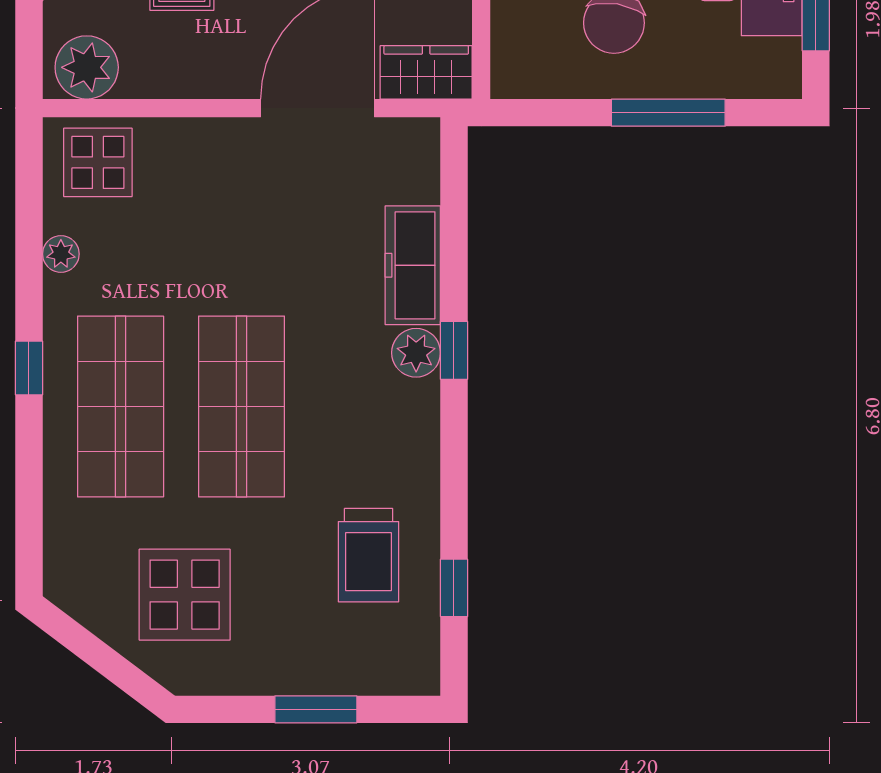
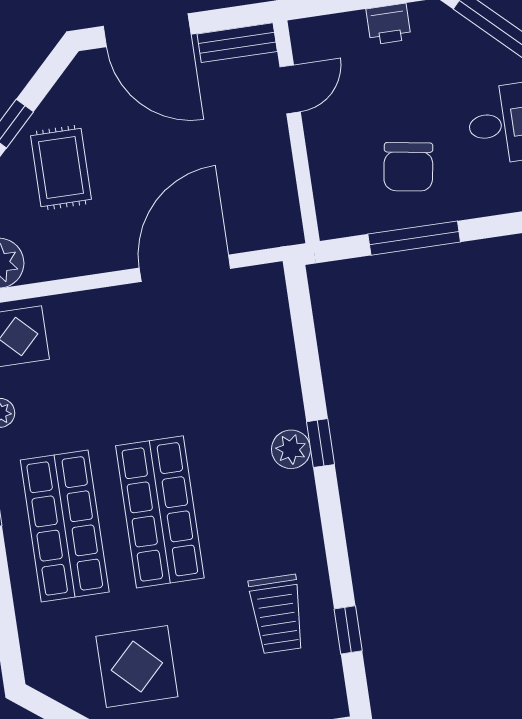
wardrobe: (426, 72) -> (266, 228), removed
window: (668, 113) -> (414, 238), moved
freezer: (413, 265) -> (278, 381), removed

